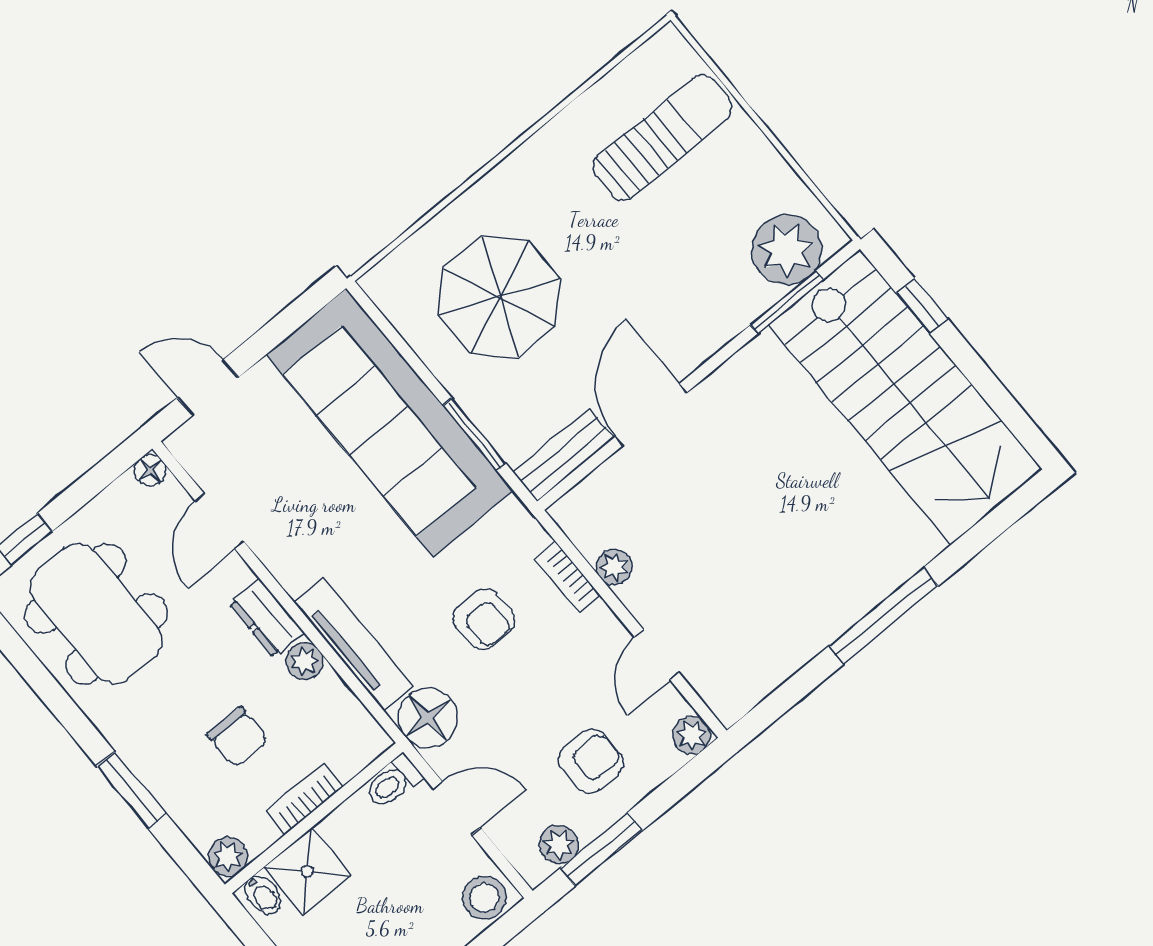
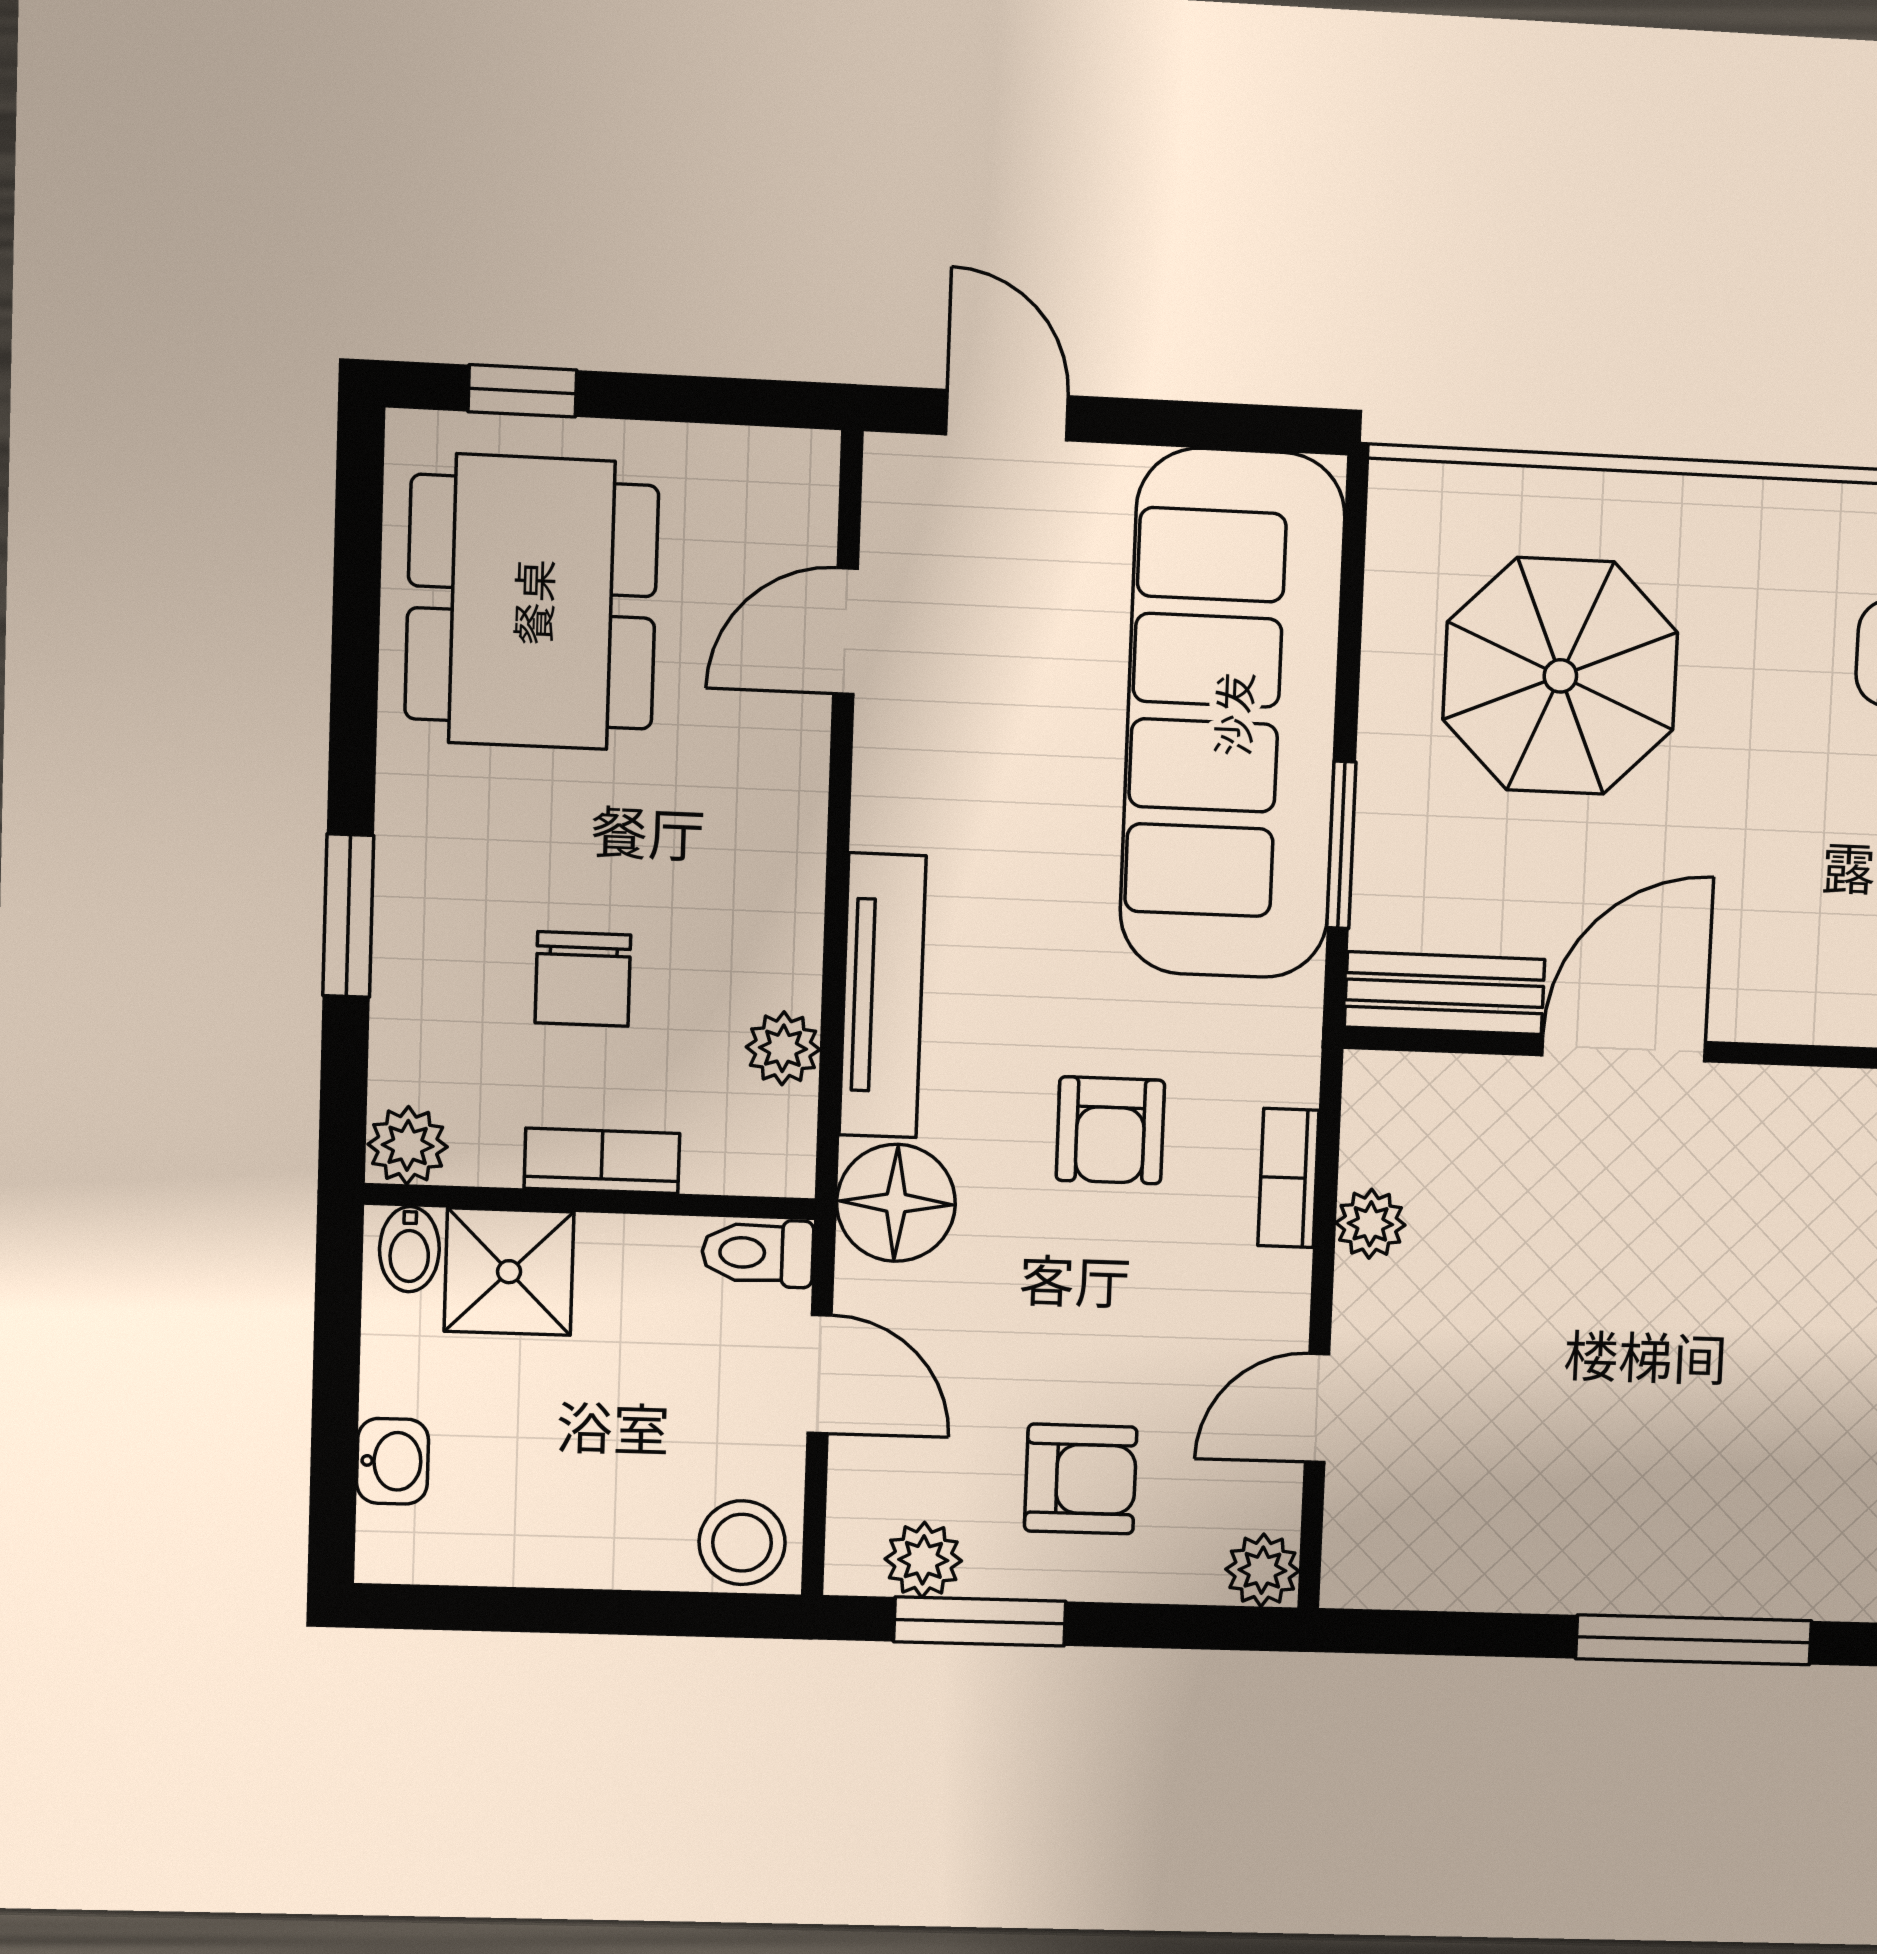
floor lamp: (150, 470) -> (809, 460), removed
dresser: (267, 618) -> (787, 840), removed
plant: (305, 661) -> (783, 1048), moved

